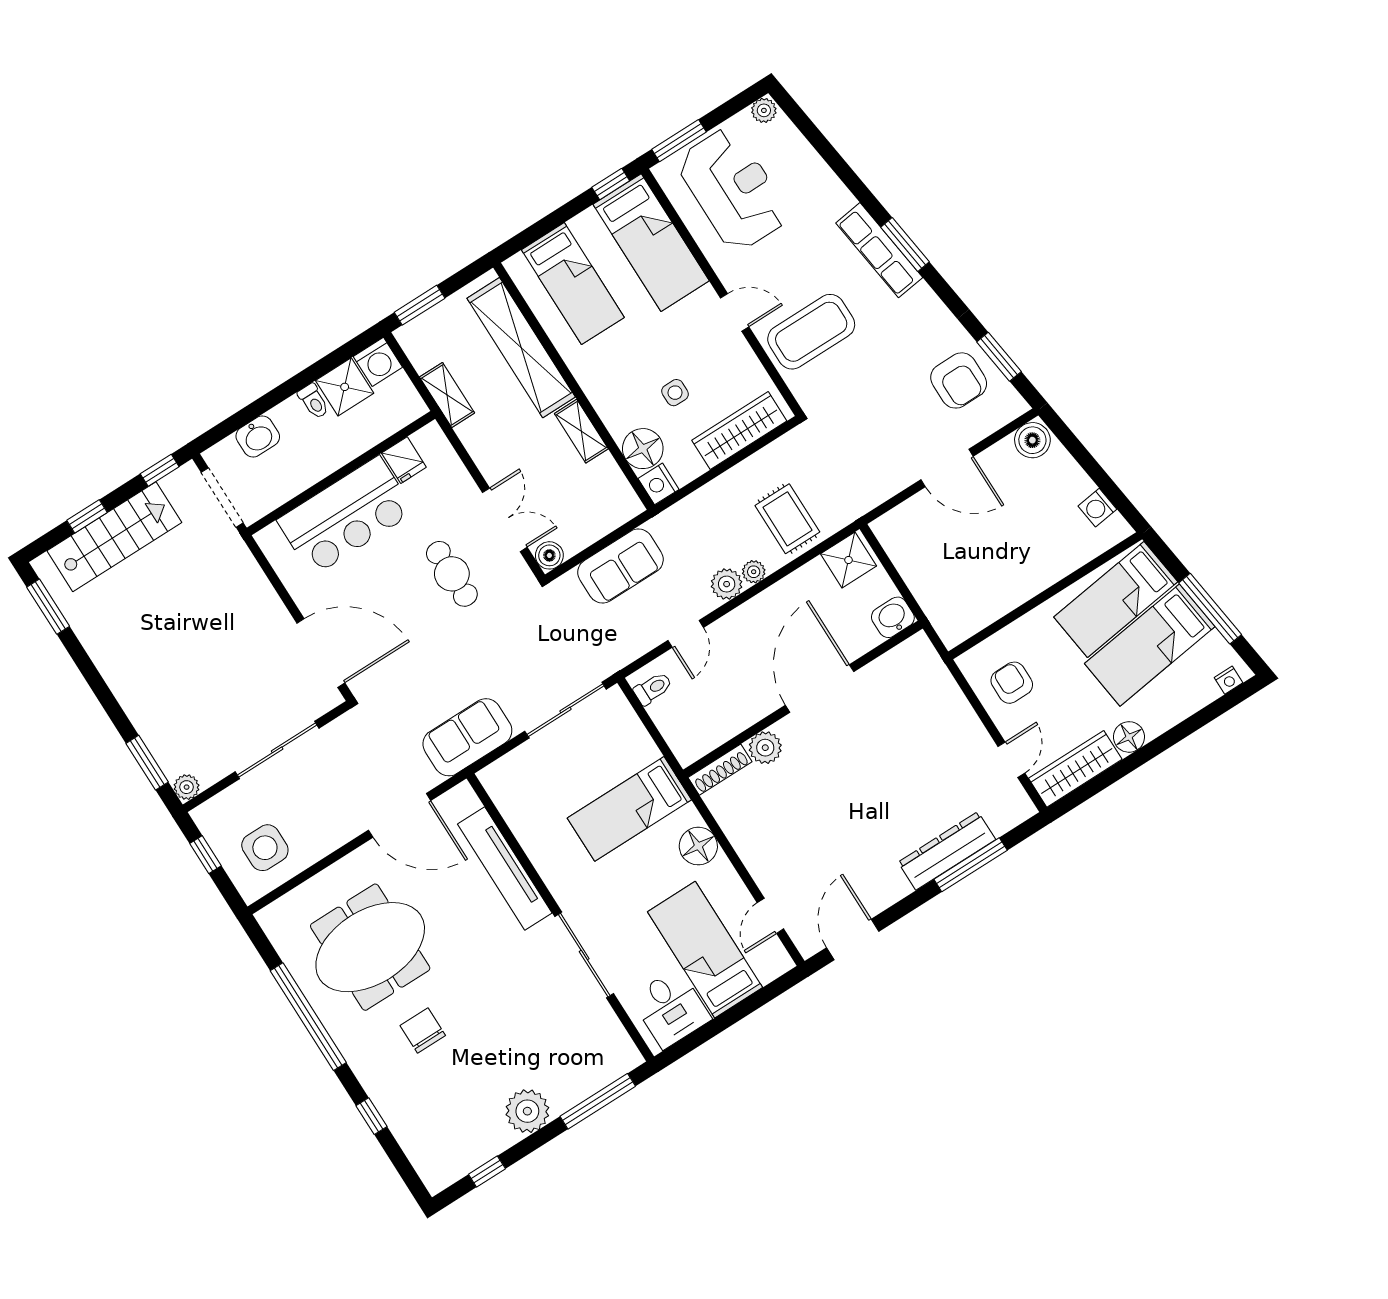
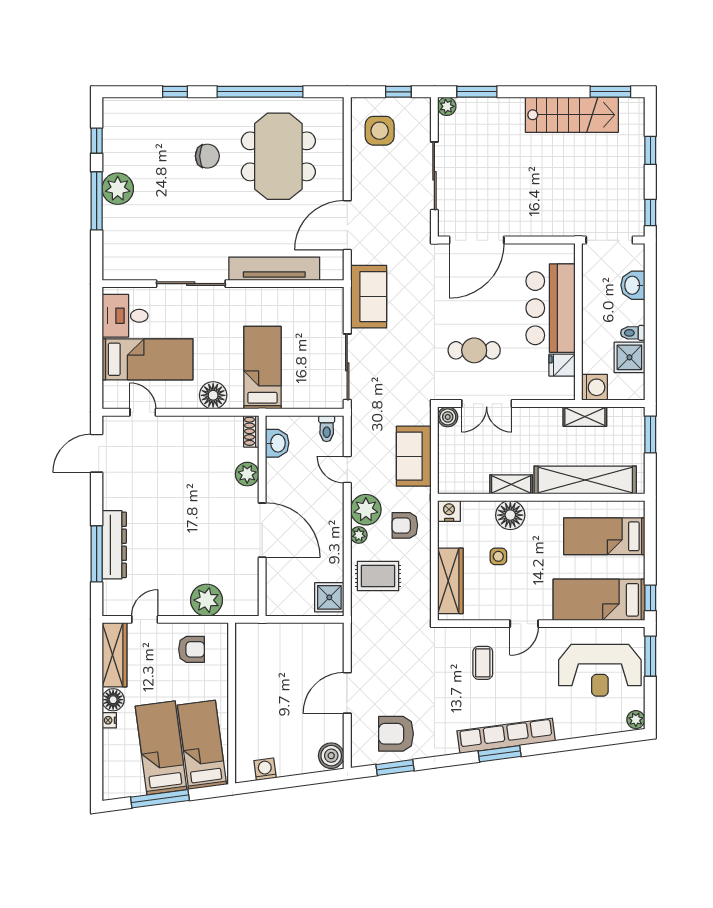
row of seats: (879, 250) -> (506, 736), width x1.36
coffee table: (811, 332) -> (483, 663), width x0.54, depth x0.58
washing machine: (378, 362) -> (595, 387), moved, turned 180
floor lamp: (643, 449) -> (510, 515), moved
armchair: (708, 525) -> (405, 525), added
stairs: (114, 537) -> (572, 115), moved, turned -90
plant: (727, 584) -> (366, 510), width x1.36, depth x1.36
washbasin: (893, 617) -> (277, 443), moved
nightstand: (1229, 680) -> (109, 720), moved
plant: (943, 702) -> (207, 600), added
door: (1011, 760) -> (145, 619), swing flipped
shoe rack: (720, 770) -> (251, 431), width x0.70
door: (853, 939) -> (97, 453), swing flipped
window: (598, 1101) -> (97, 201), moved

